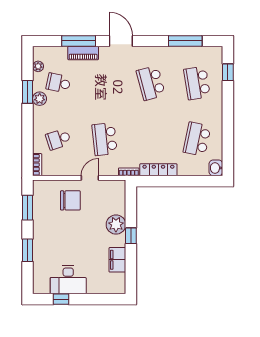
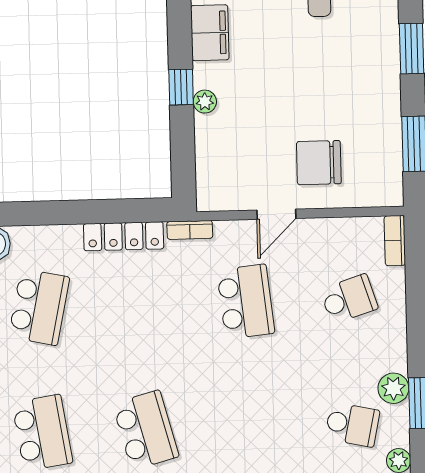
plant: (116, 225) -> (205, 102), width x0.53, depth x0.53

